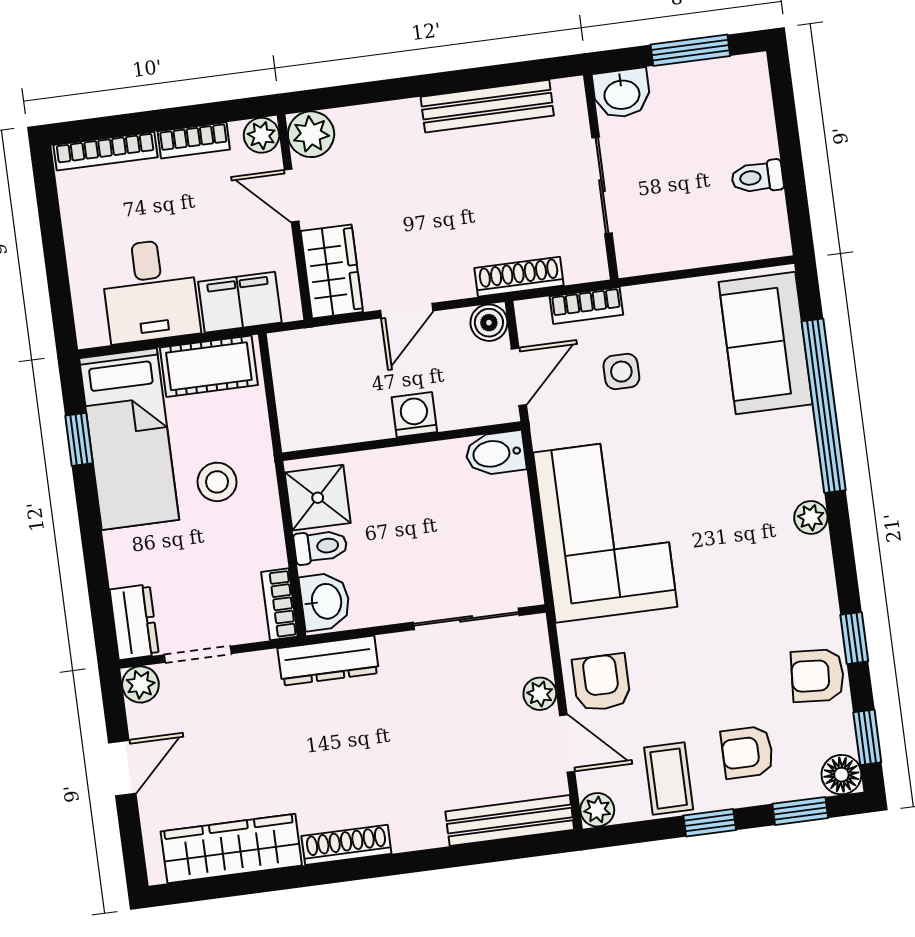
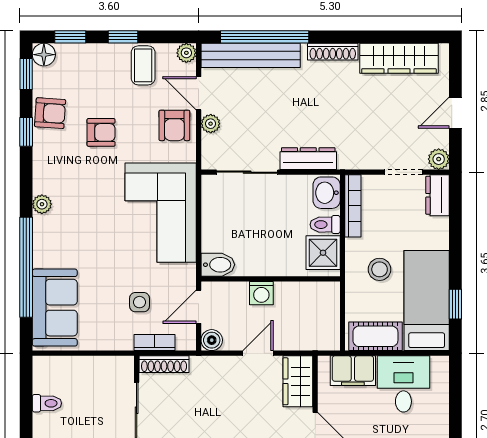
shoe rack: (519, 277) -> (164, 364), moved
bookcase: (279, 604) -> (353, 206), width x1.56
dresser: (328, 661) -> (308, 159), moved
armchair: (747, 752) -> (101, 132), moved
bench: (510, 821) -> (251, 55), width x1.37, depth x1.21
window: (467, 855) -> (265, 37), added

